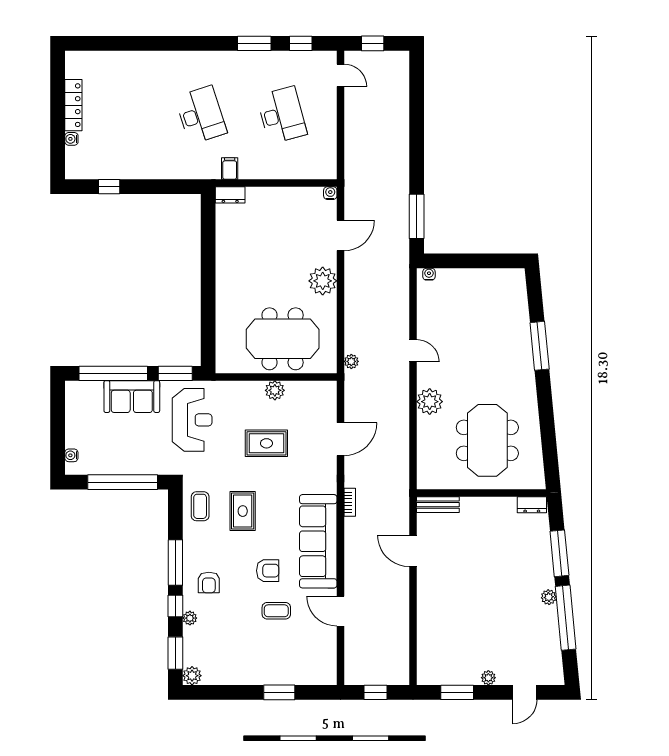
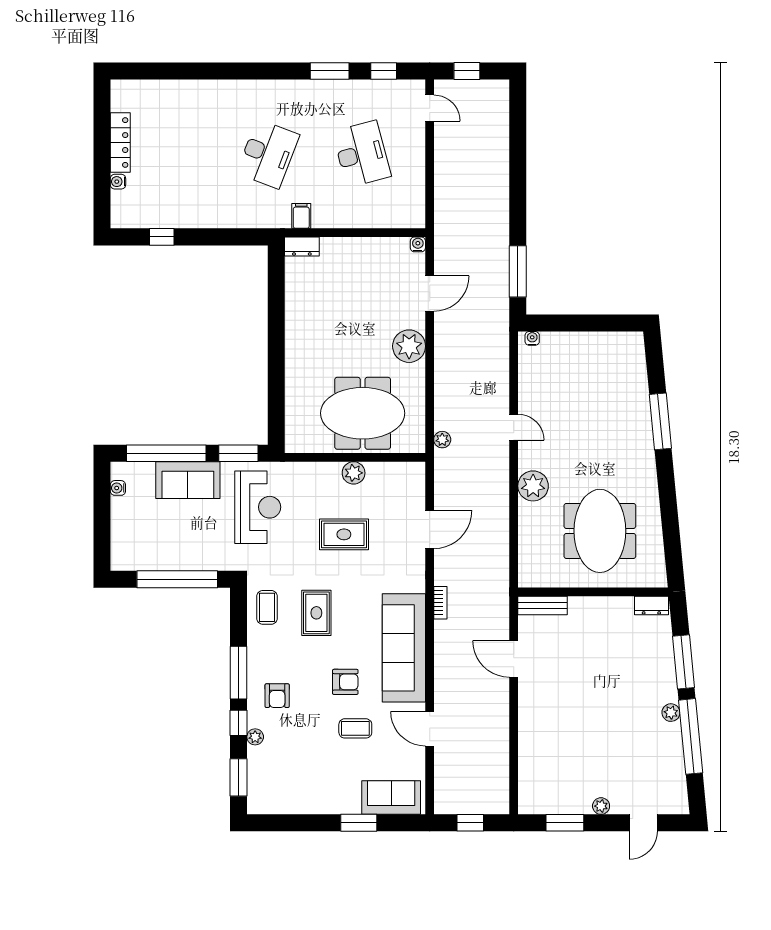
desk: (201, 115) -> (268, 154), turned 39
water cooler: (71, 455) -> (118, 488), moved
sofa: (307, 670) -> (391, 798), added
plant: (192, 676) -> (258, 804), removed

